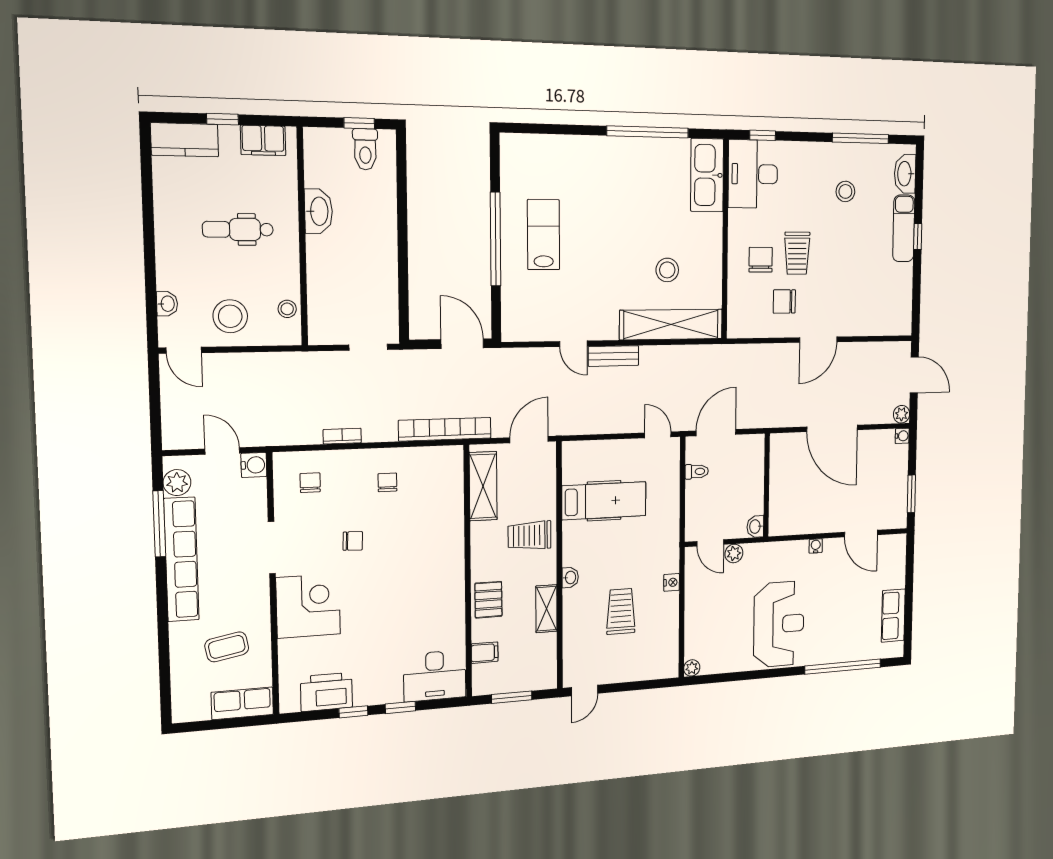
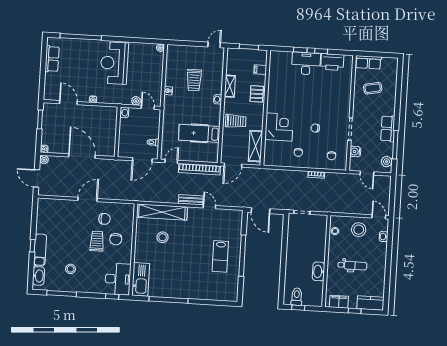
bookcase: (445, 429) -> (199, 169), moved
door: (658, 435) -> (171, 161), swing flipped
water cooler: (254, 465) -> (355, 152), moved
row of seats: (181, 559) -> (388, 129), width x0.50
corner desk: (308, 606) -> (279, 127), moved, turned 180
desk: (435, 676) -> (306, 63), moved

